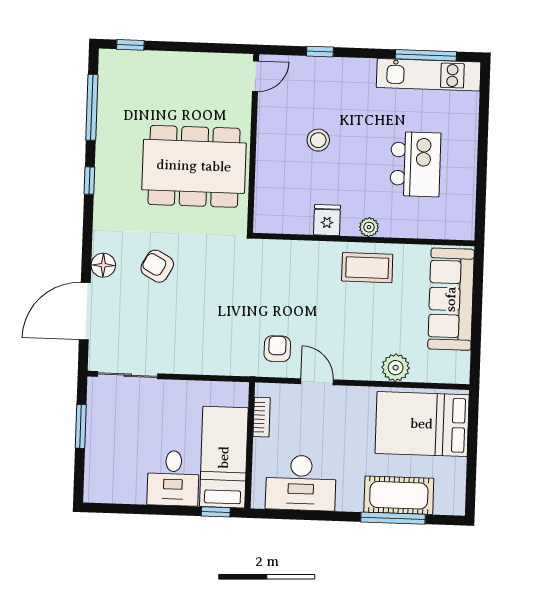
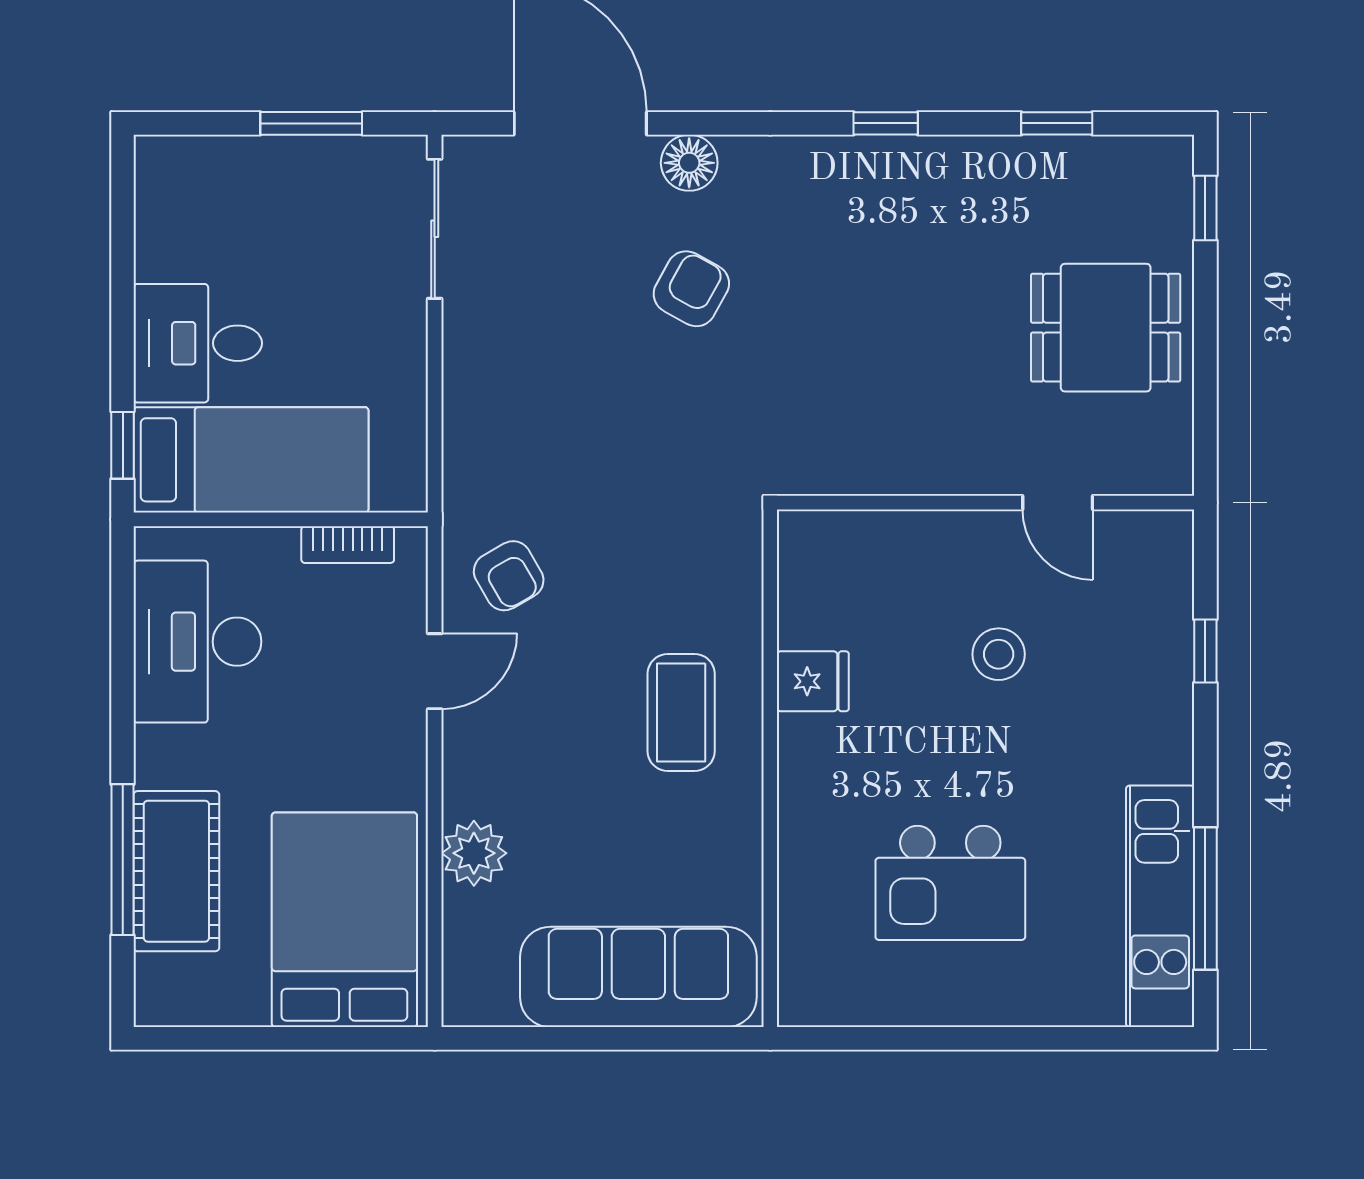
door: (255, 76) -> (1058, 503), moved
window: (92, 107) -> (1057, 123), width x0.46
dining table: (194, 166) -> (1106, 328), moved, width x0.53, depth x0.80
plant: (369, 227) -> (800, 780), removed
coffee table: (367, 268) -> (681, 712), moved
armchair: (277, 349) -> (509, 576), turned 60

